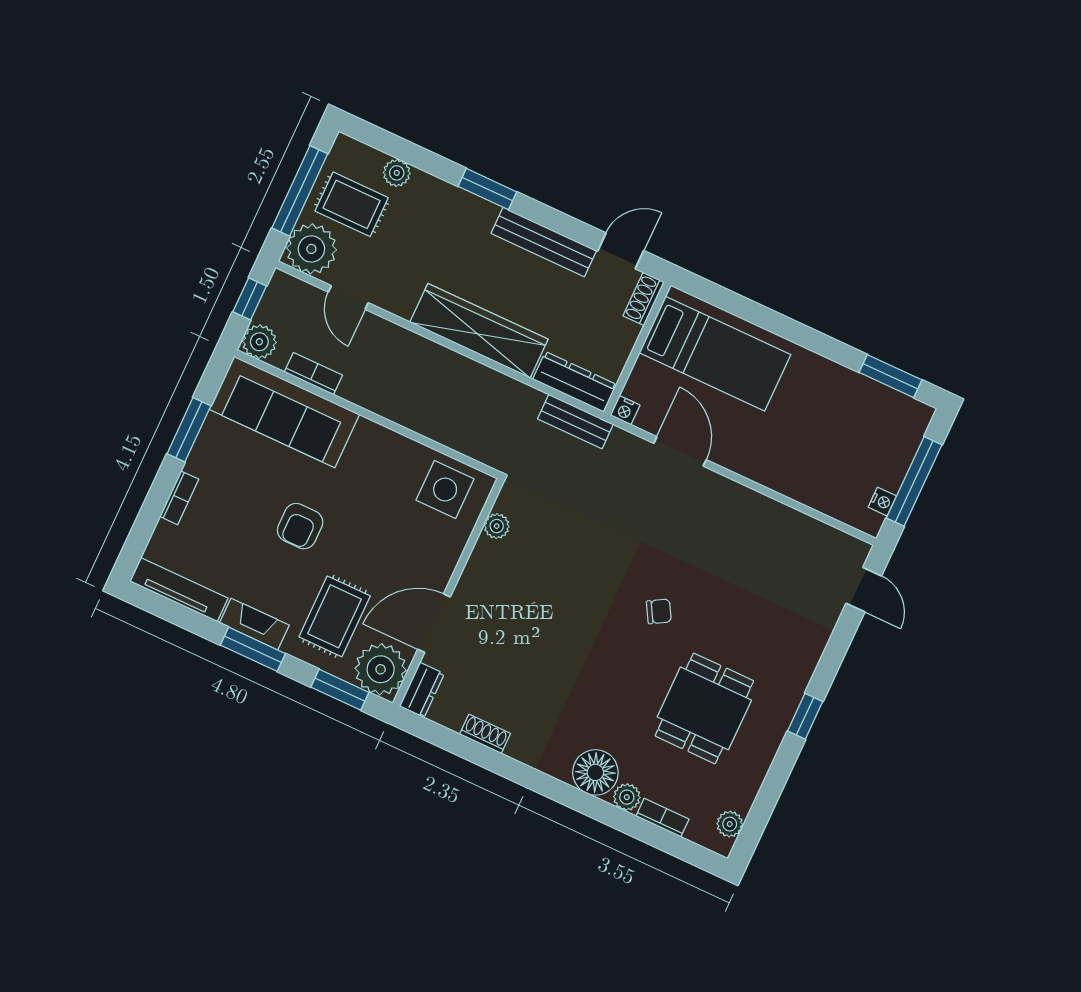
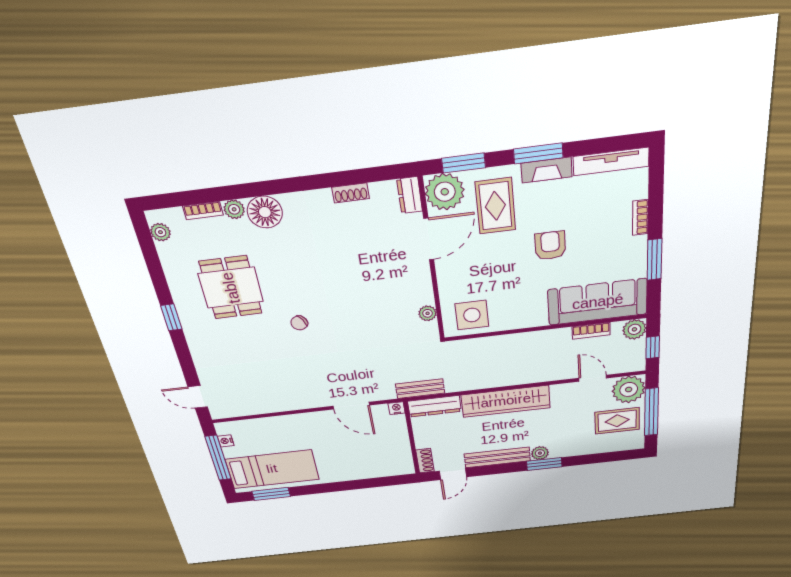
plant: (397, 173) -> (540, 453), moved
bed: (715, 354) -> (272, 469), moved, turned 180

